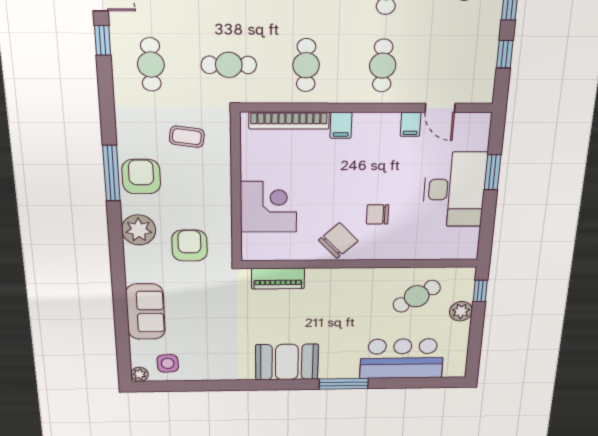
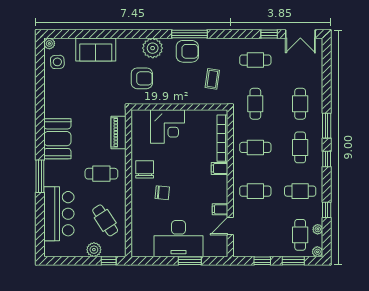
chair: (378, 214) -> (162, 193), turned 95
chair: (338, 241) -> (145, 169), turned -137
cafe table: (343, 302) -> (101, 174), added

